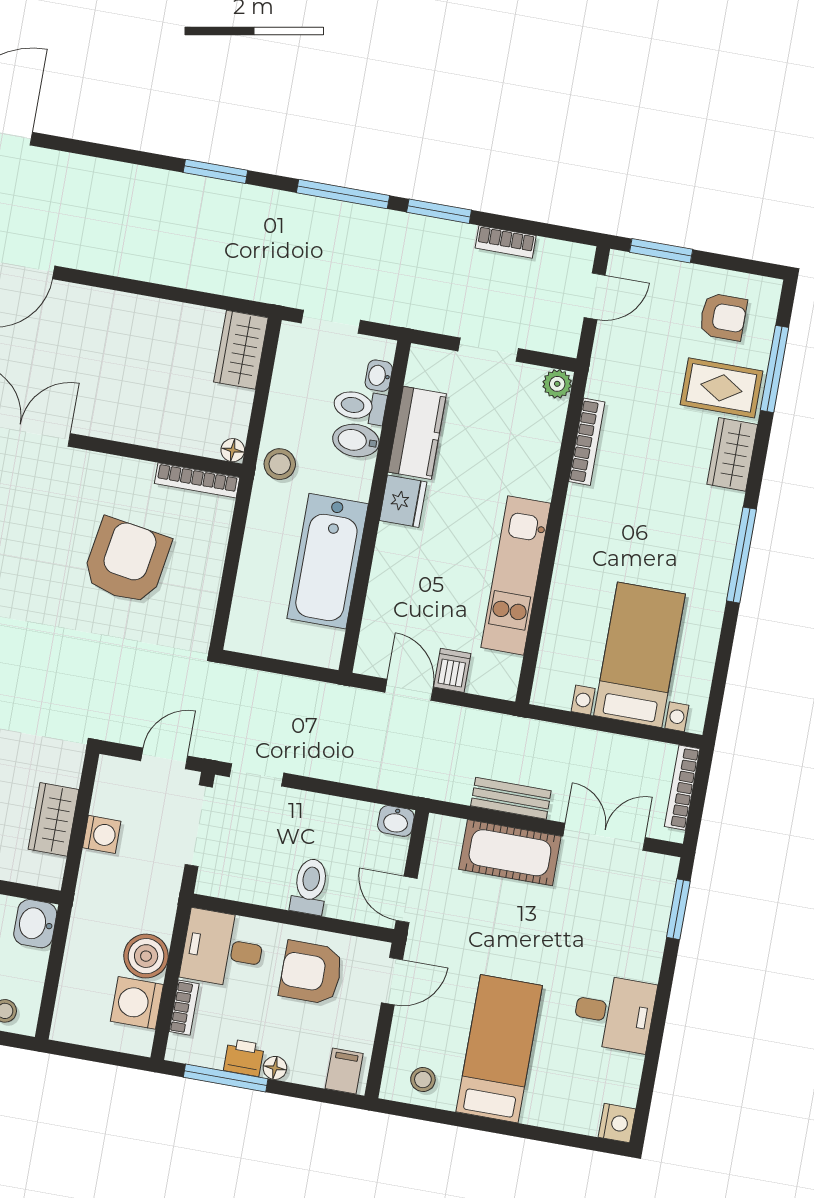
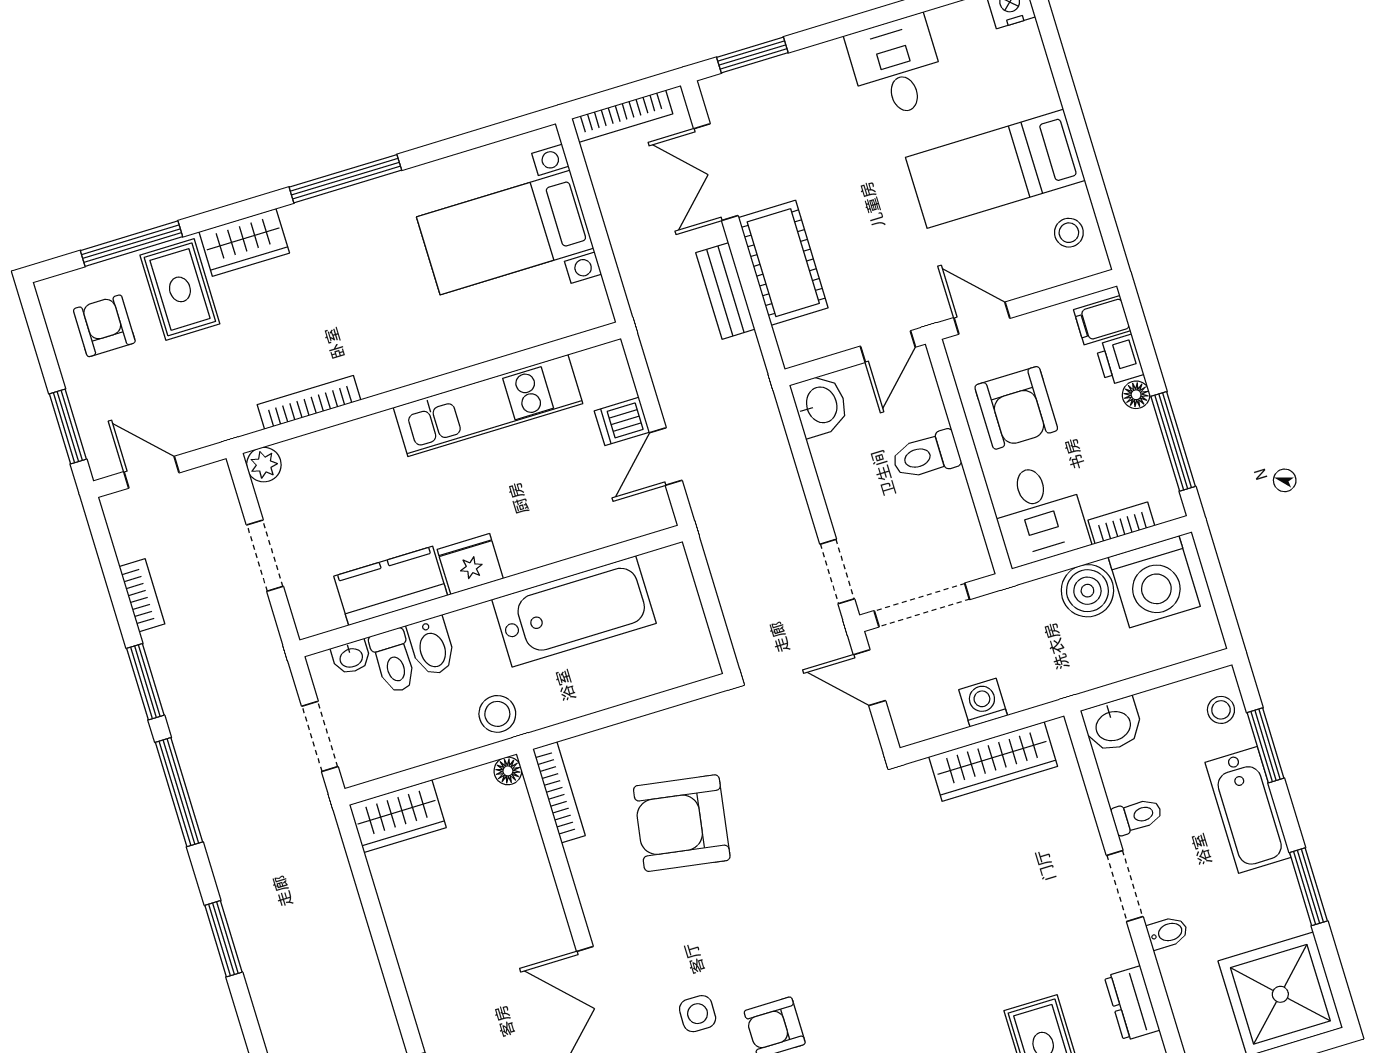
wardrobe: (54, 819) -> (993, 761), width x1.50
washbasin: (396, 821) -> (820, 405), width x1.38, depth x1.45
washing machine: (137, 1003) -> (1154, 582), width x1.37, depth x1.37
printer: (244, 1058) -> (1120, 360), moved

